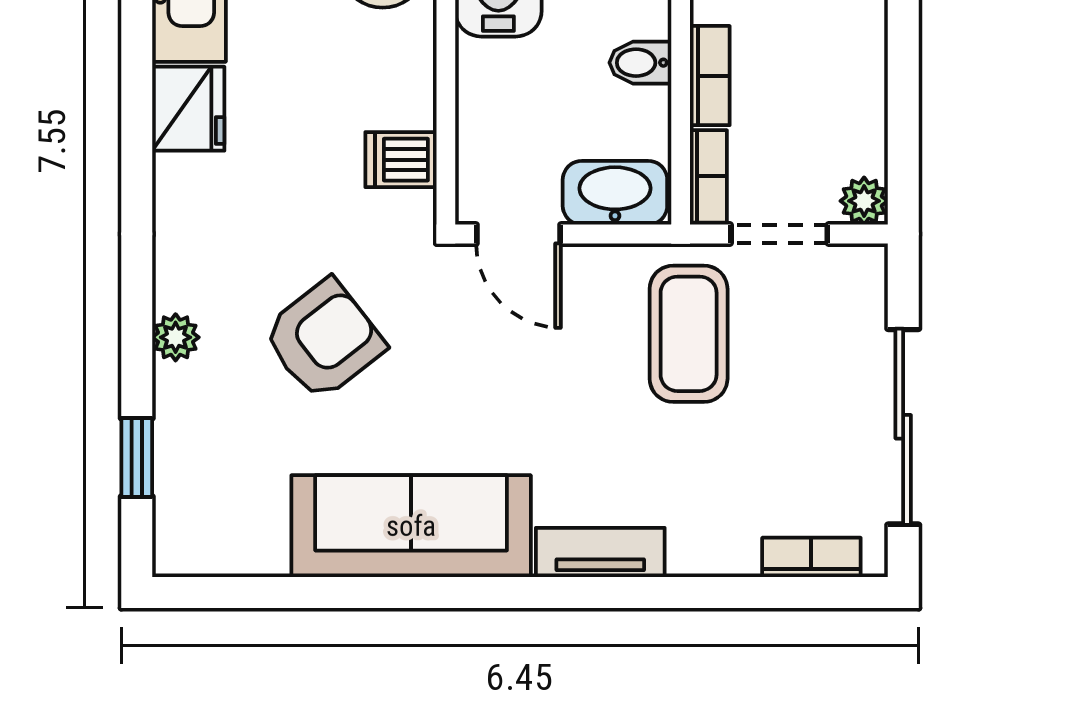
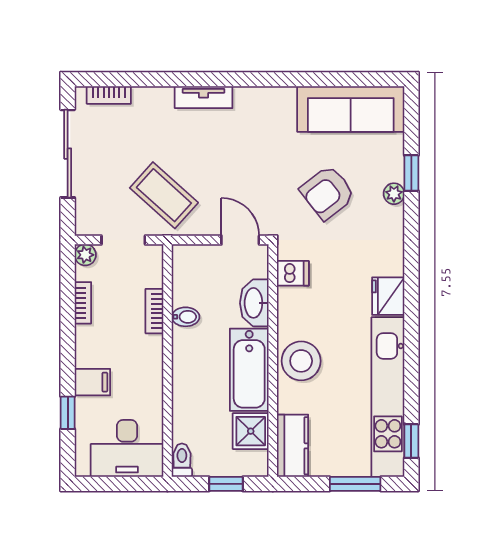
bookcase: (708, 176) -> (83, 303), moved, turned 180
washbasin: (615, 193) -> (254, 303), moved, turned 90
coffee table: (689, 334) -> (164, 195), turned -48
window: (137, 457) -> (411, 173), moved
sofa: (411, 526) -> (351, 109), moved

